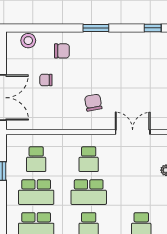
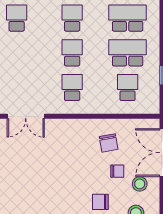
stool: (25, 68) -> (140, 184), added
chair: (93, 103) -> (109, 143), moved
school desk: (89, 192) -> (72, 53), width x0.54

